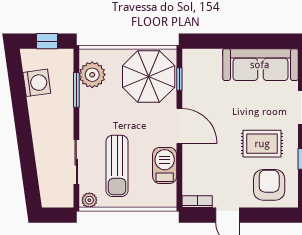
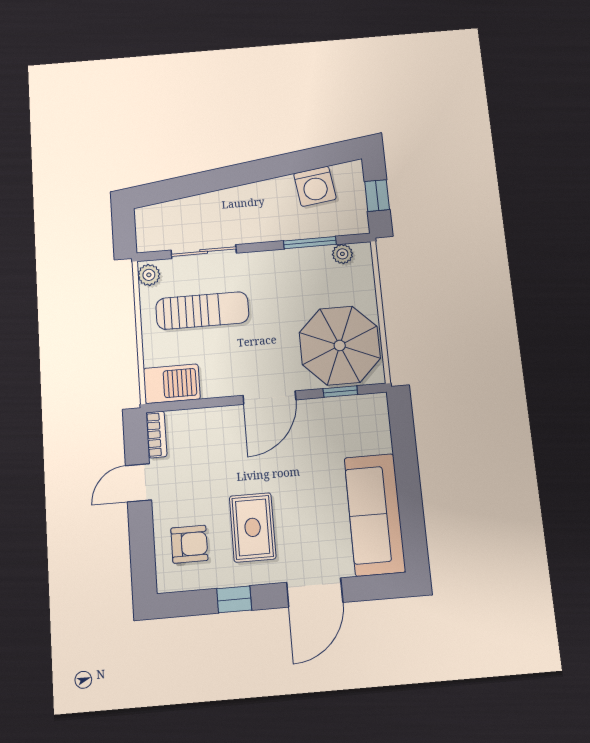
plant: (92, 75) -> (342, 254), width x0.53, depth x0.53
sun lounger: (117, 166) -> (202, 311), turned 180
barbecue: (165, 166) -> (172, 384), moved
armchair: (269, 185) -> (189, 544), width x0.72, depth x0.72

